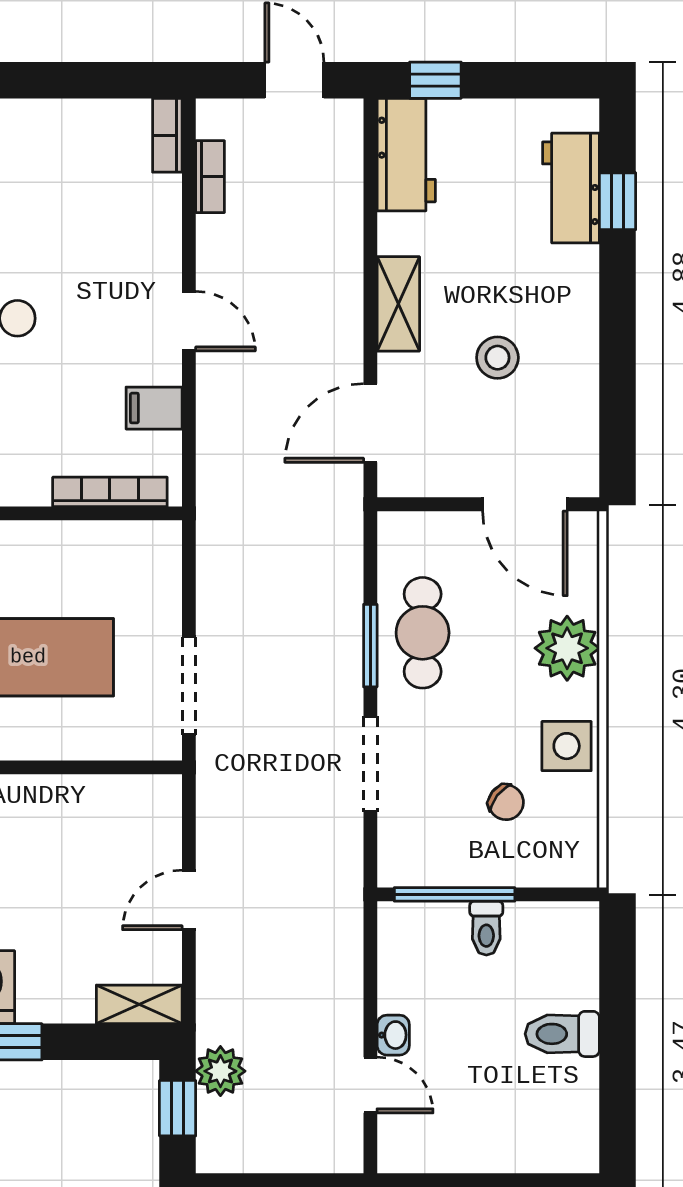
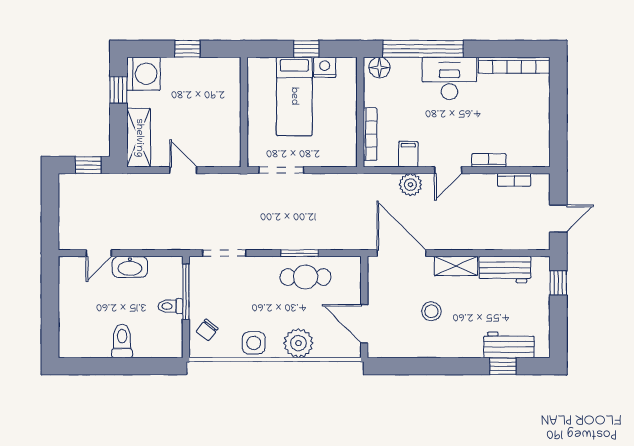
bookcase: (167, 135) -> (489, 160), moved
workbench: (406, 155) -> (505, 270), moved
door: (370, 423) -> (401, 253), width x1.36
door: (525, 504) -> (364, 324), hinge flipped
doorway: (370, 764) -> (224, 253), moved
chair: (506, 802) -> (207, 330), moved
shelving: (139, 1004) -> (139, 138), width x1.50, depth x1.33
washbasin: (393, 1035) -> (130, 267), width x1.91, depth x1.45
plant: (220, 1071) -> (410, 185), moved

